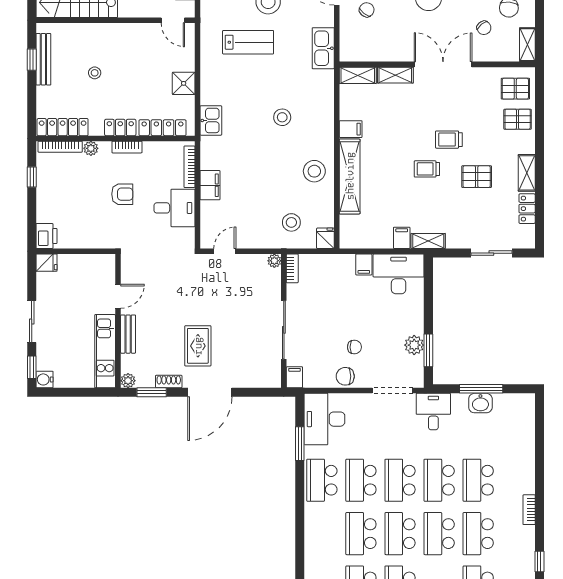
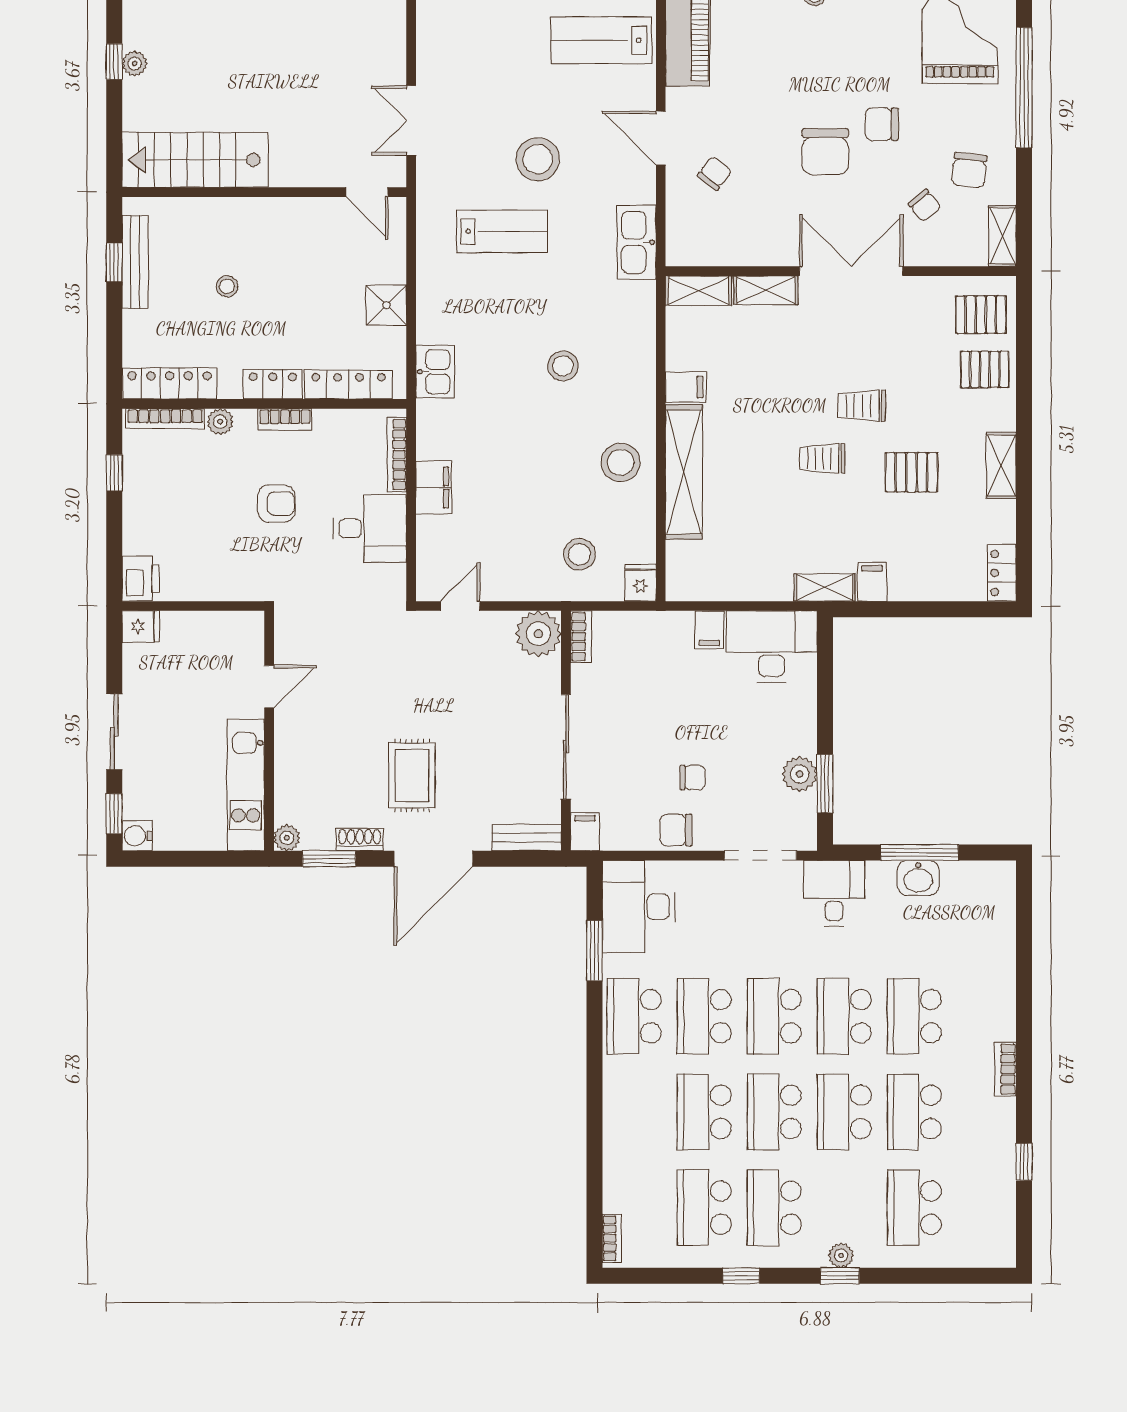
locker: (527, 209) -> (1002, 573), moved
filing cabinet: (402, 238) -> (872, 582), moved
sliding door: (491, 253) -> (938, 609), removed
plant: (274, 261) -> (538, 634), width x1.87, depth x1.87
bench: (128, 334) -> (527, 838), moved, turned 90

